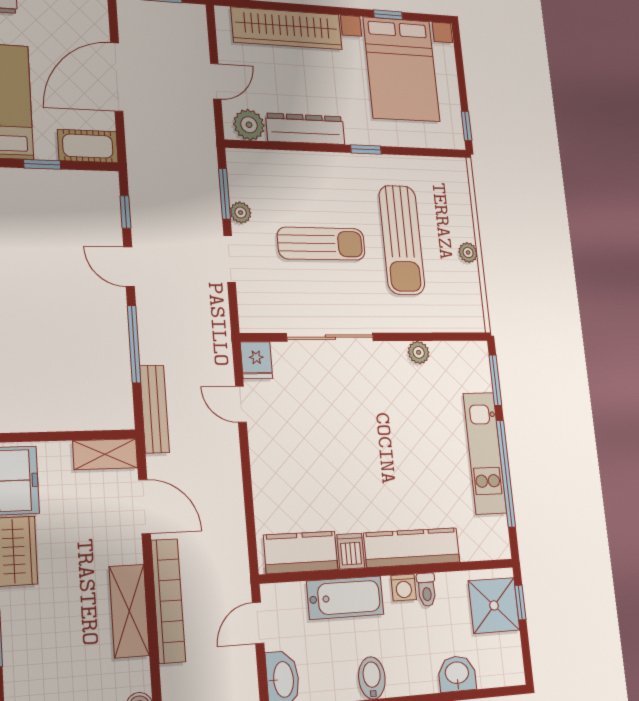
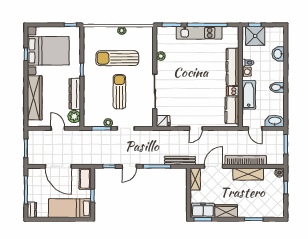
sun lounger: (402, 240) -> (117, 58), turned 180
door: (241, 404) -> (196, 128), moved

